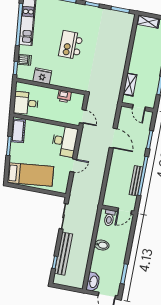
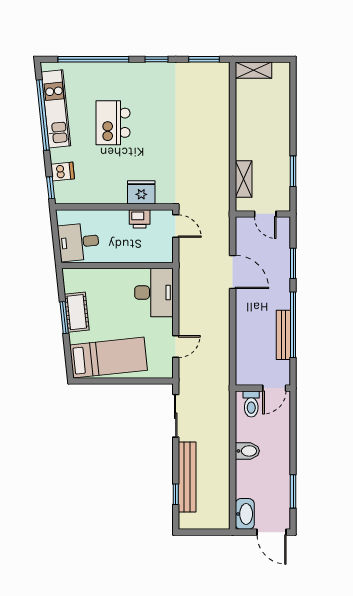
kitchen island: (71, 45) -> (113, 123), moved
fridge: (42, 76) -> (141, 192), moved
door: (83, 116) -> (176, 226), moved
cot: (18, 131) -> (77, 312), moved
door: (73, 165) -> (176, 347), moved

